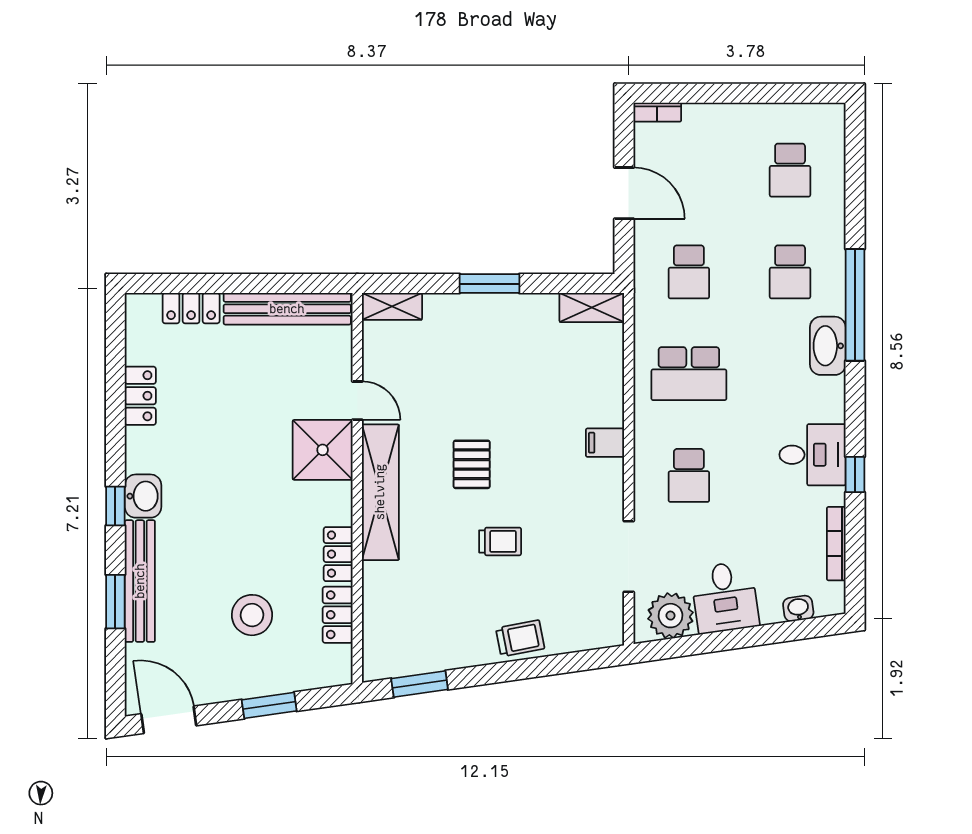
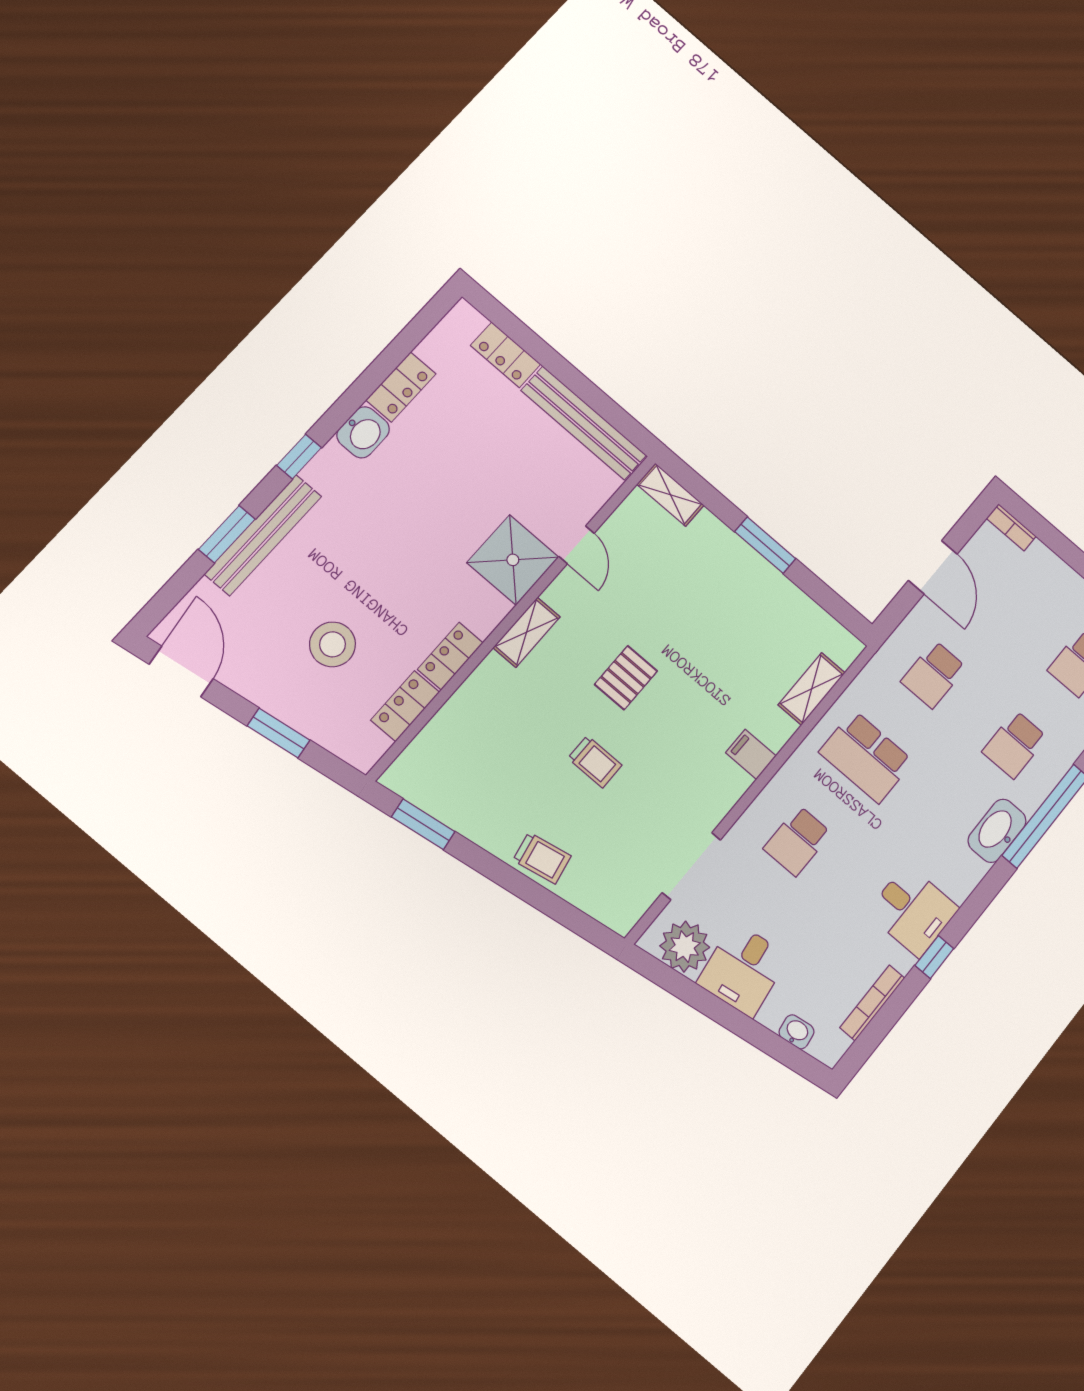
shelving: (592, 307) -> (812, 689), moved, turned 90
shelving: (380, 492) -> (527, 632), width x0.45, depth x0.75
washbasin: (143, 496) -> (363, 432), moved

